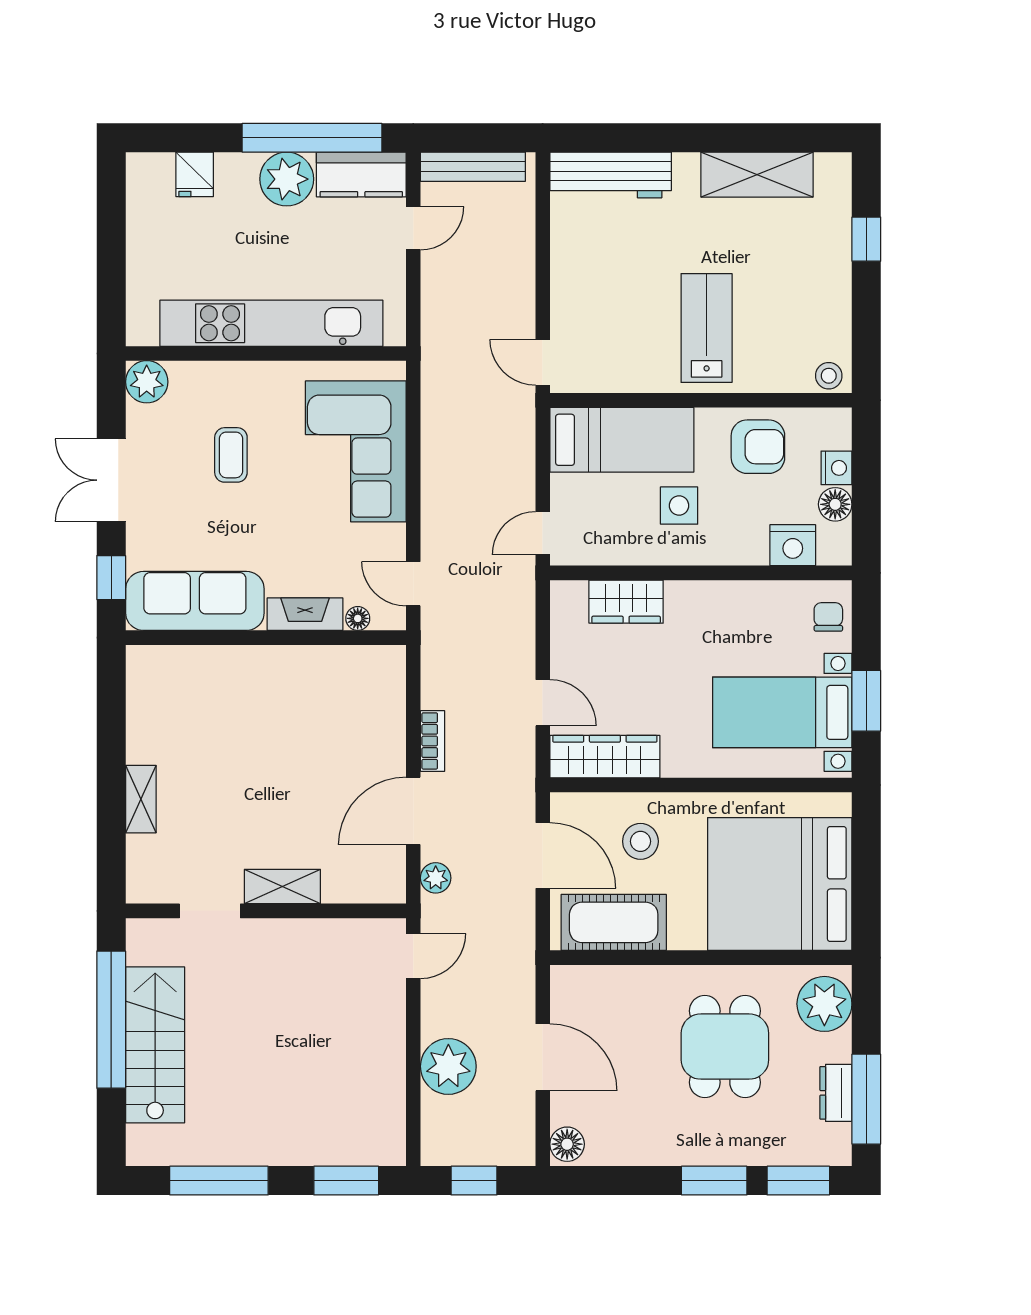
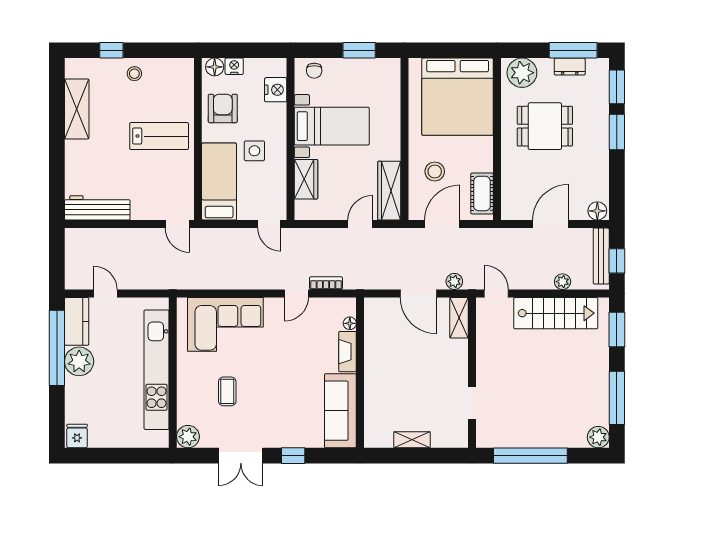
bench: (473, 167) -> (601, 256), moved
fridge: (195, 174) -> (77, 436), moved, turned -90
workbench: (611, 175) -> (97, 208), moved, turned -90
lab bench: (707, 328) -> (159, 136), turned 180
door: (543, 362) -> (177, 224), hinge flipped
stool: (829, 376) -> (134, 74), moved
coffee table: (231, 455) -> (227, 391), turned 90
floor lamp: (835, 504) -> (215, 67), moved
sofa: (195, 601) -> (340, 411), moved
fireplace: (305, 614) -> (347, 352), moved
chair: (828, 617) -> (314, 71), turned -90
floor lamp: (358, 618) -> (350, 323), moved
wall: (266, 638) -> (360, 373), moved
bed with nightstands: (782, 712) -> (332, 126), moved, turned -90
bookcase: (433, 741) -> (326, 283), moved
shelving: (282, 887) -> (459, 318), moved
cot: (614, 922) -> (482, 194), width x0.73, depth x0.75
stairs: (155, 1045) -> (556, 313), moved, turned 180
plant: (448, 1066) -> (563, 282), width x0.53, depth x0.53
plant: (146, 1146) -> (598, 437), added

